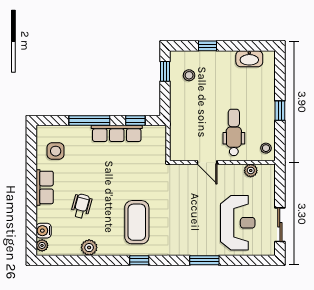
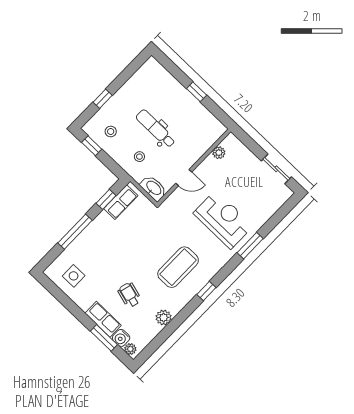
washbasin: (249, 59) -> (153, 188), moved, turned -90
dental chair: (234, 132) -> (156, 129), moved
row of seats: (117, 133) -> (121, 202), moved, width x0.68
stool: (266, 148) -> (139, 157), moved
row of seats: (45, 187) -> (103, 319), moved
window: (31, 218) -> (104, 338), added
coffee table: (137, 222) -> (178, 267), turned 90
reception desk: (238, 223) -> (223, 220), moved

